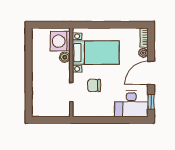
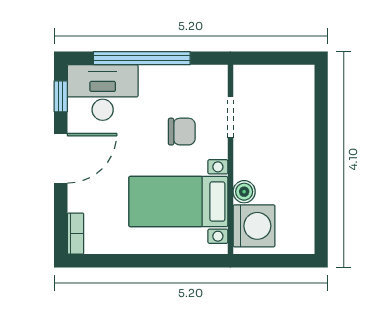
plant: (143, 53) -> (77, 201), removed
window: (113, 120) -> (142, 58), added

